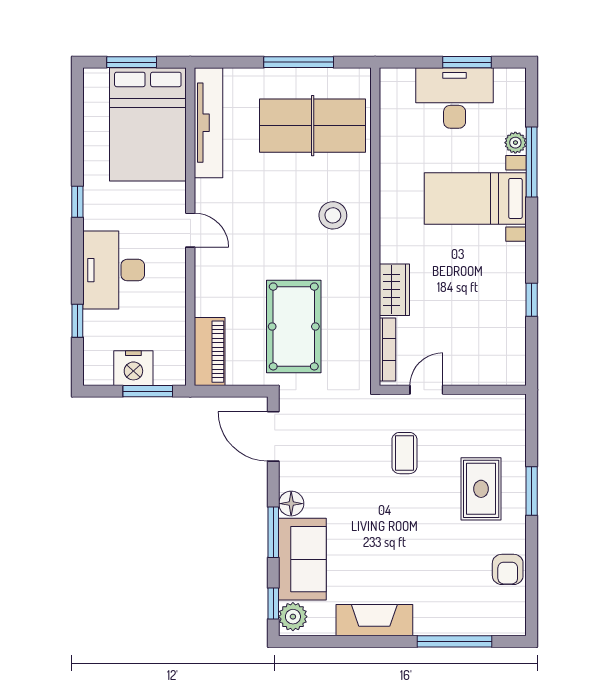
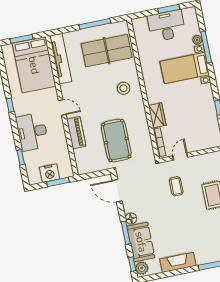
piano: (210, 352) -> (76, 133), moved

